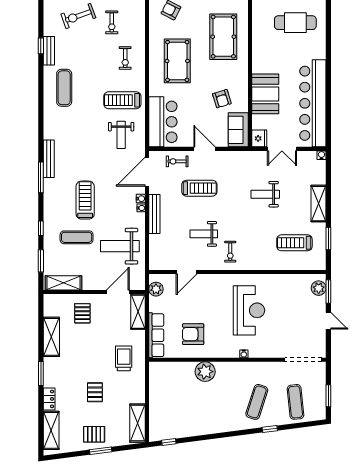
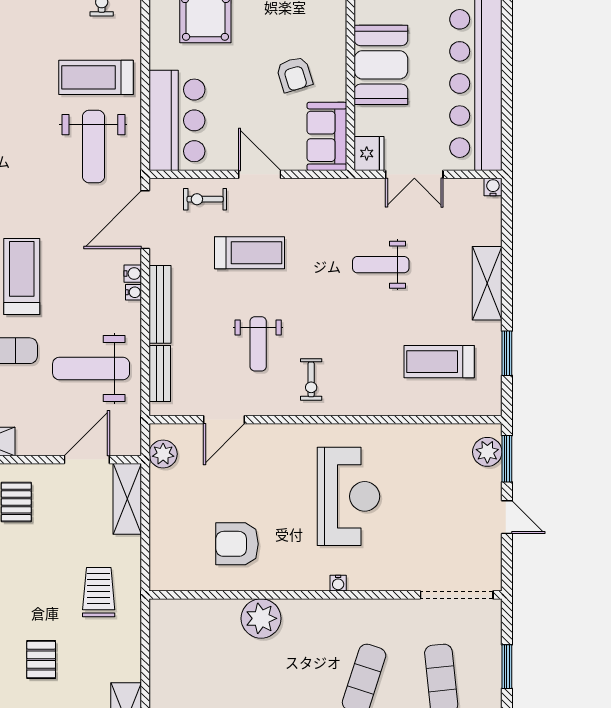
weight bench: (121, 135) -> (93, 146), width x1.36, depth x1.33
weight bench: (204, 234) -> (258, 344), turned -90
bench: (154, 249) -> (160, 373), added
row of seats: (156, 335) -> (164, 546), removed

